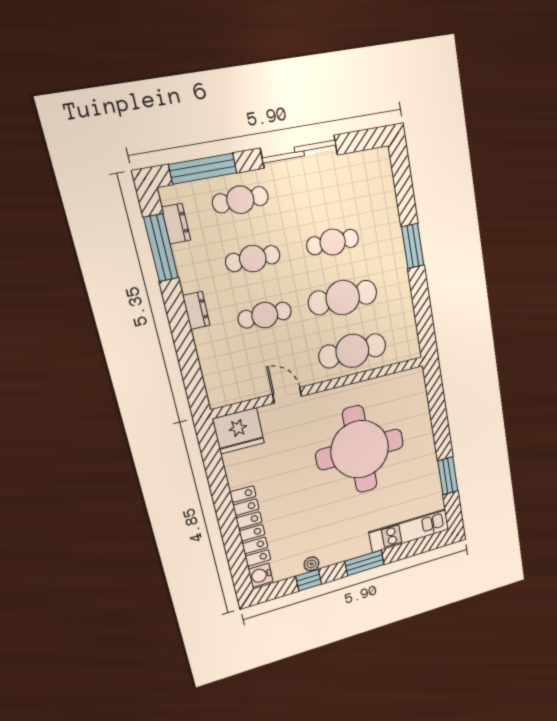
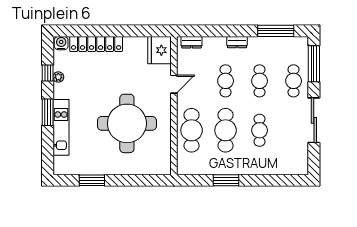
dresser: (176, 224) -> (192, 42), moved
window: (413, 246) -> (226, 180), moved
kitchen unit: (409, 531) -> (61, 127), moved

